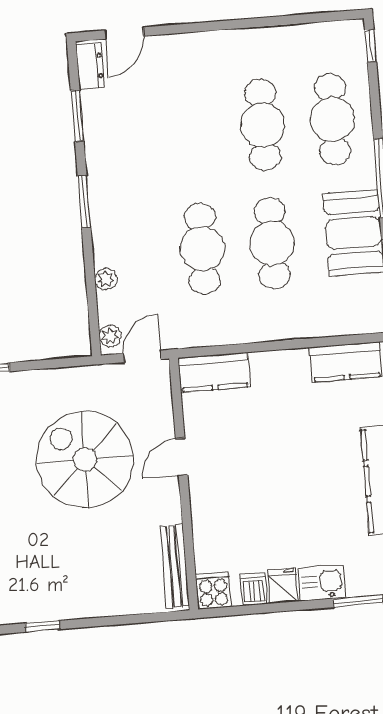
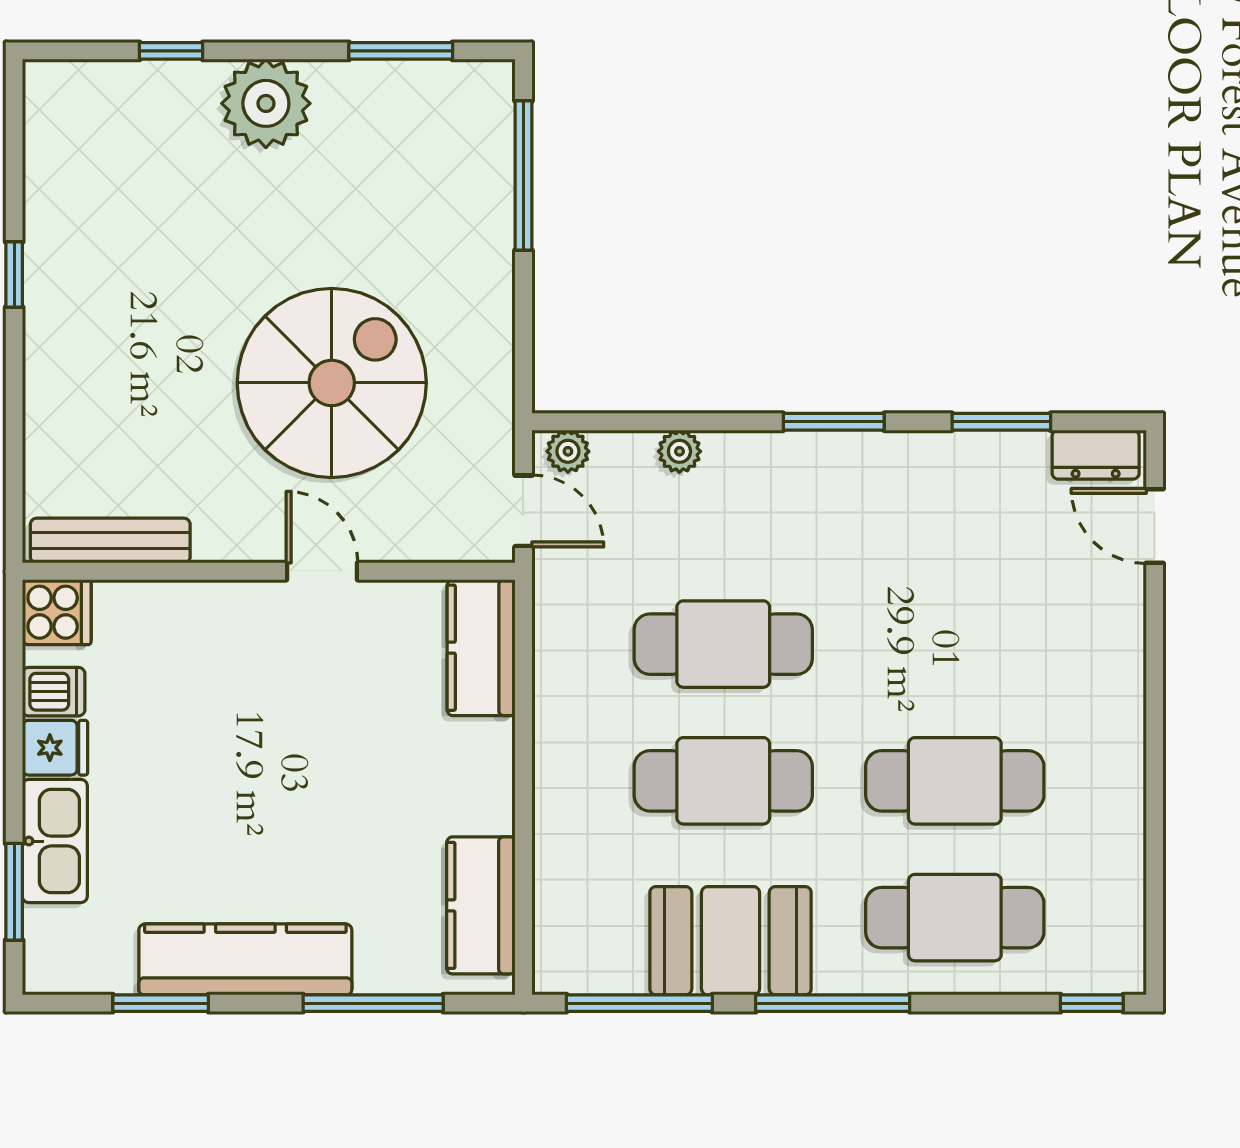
kitchen sink: (322, 583) -> (55, 841), width x1.38

